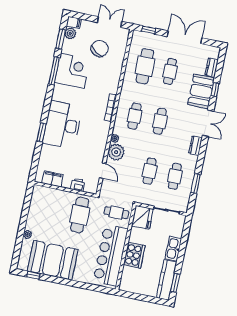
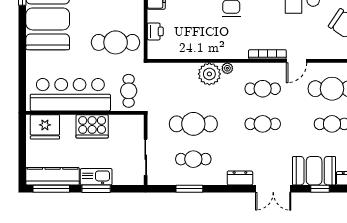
door: (103, 171) -> (297, 61), moved
cafe table: (150, 171) -> (193, 124), width x1.37, depth x1.35
fridge: (142, 217) -> (45, 127), moved
window: (182, 251) -> (96, 189), added
cooker: (134, 255) -> (92, 126), moved
window: (175, 283) -> (51, 189), width x1.44

